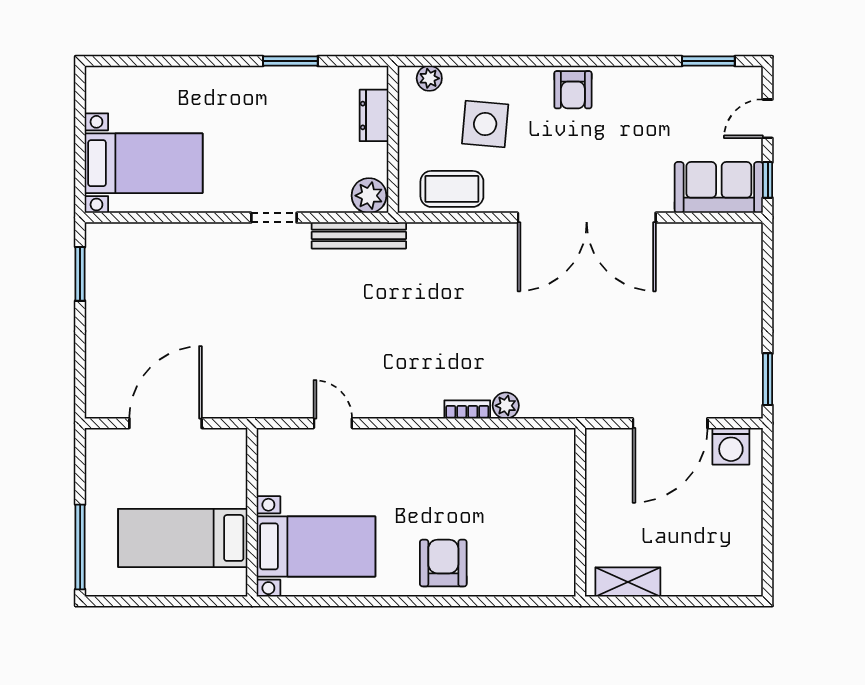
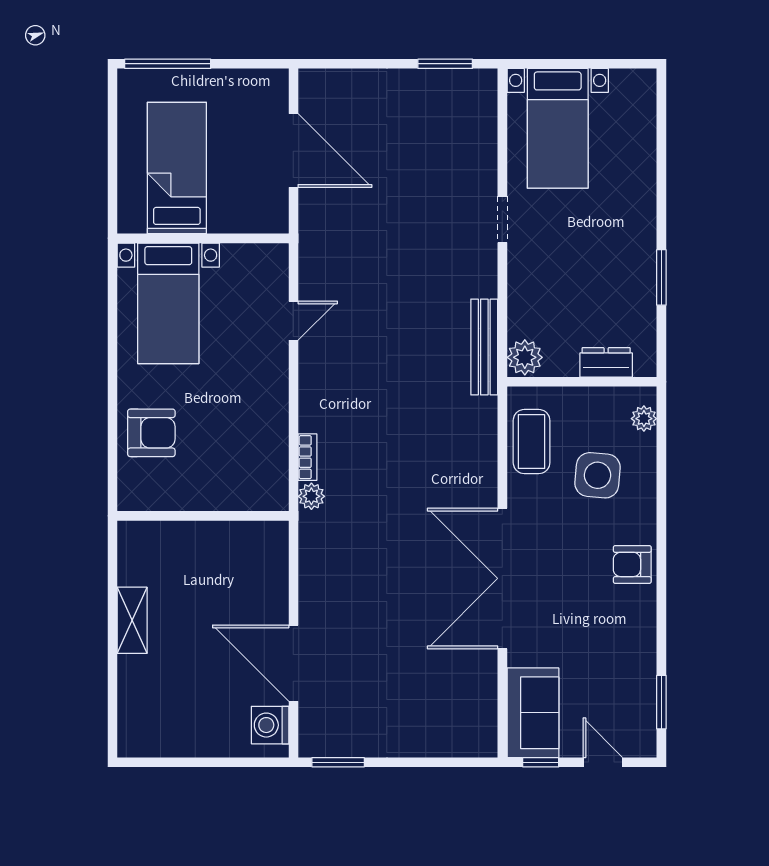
doorway: (274, 218) -> (502, 220), moved
wall: (580, 512) -> (203, 516), moved

